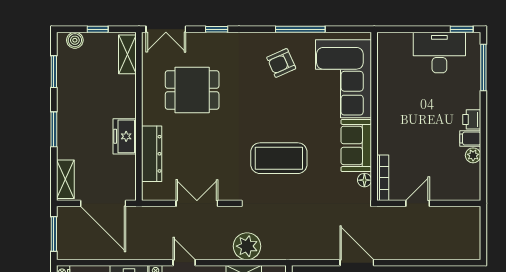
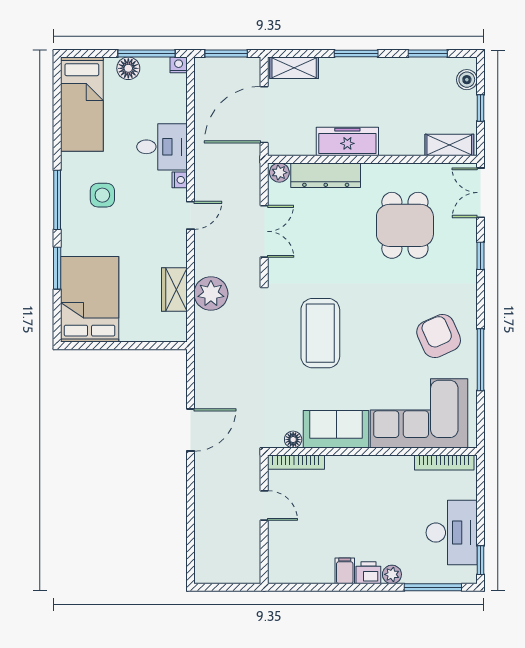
bookcase: (383, 58) -> (444, 463), added
armchair: (281, 63) -> (439, 336), width x1.38, depth x1.38
freezer: (125, 136) -> (347, 141), width x1.40
plant: (473, 155) -> (392, 574), moved
plant: (150, 191) -> (279, 173), added

